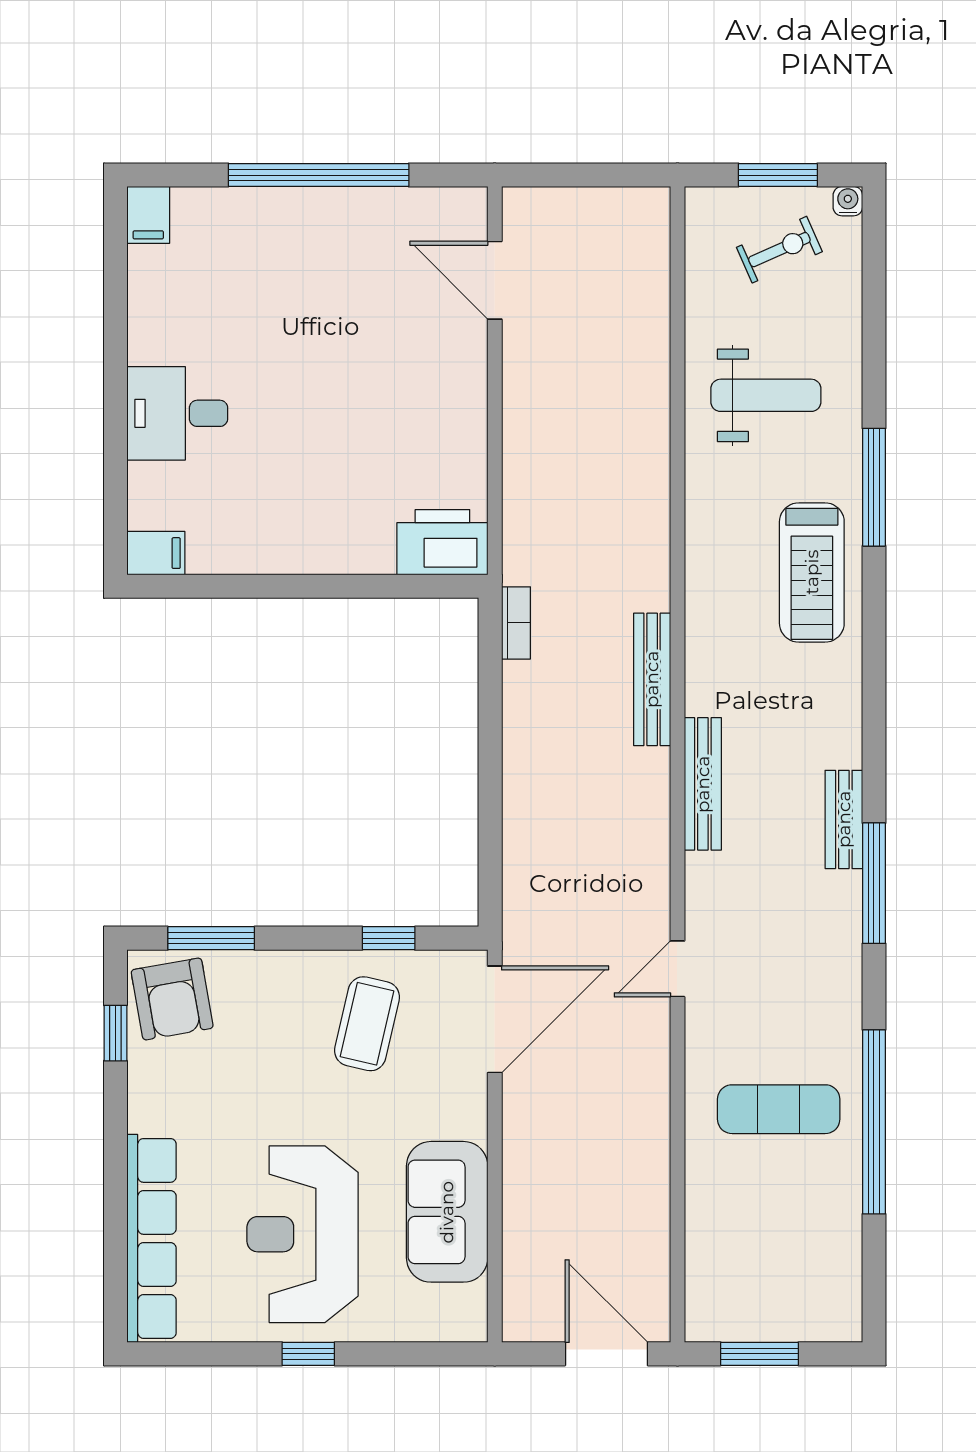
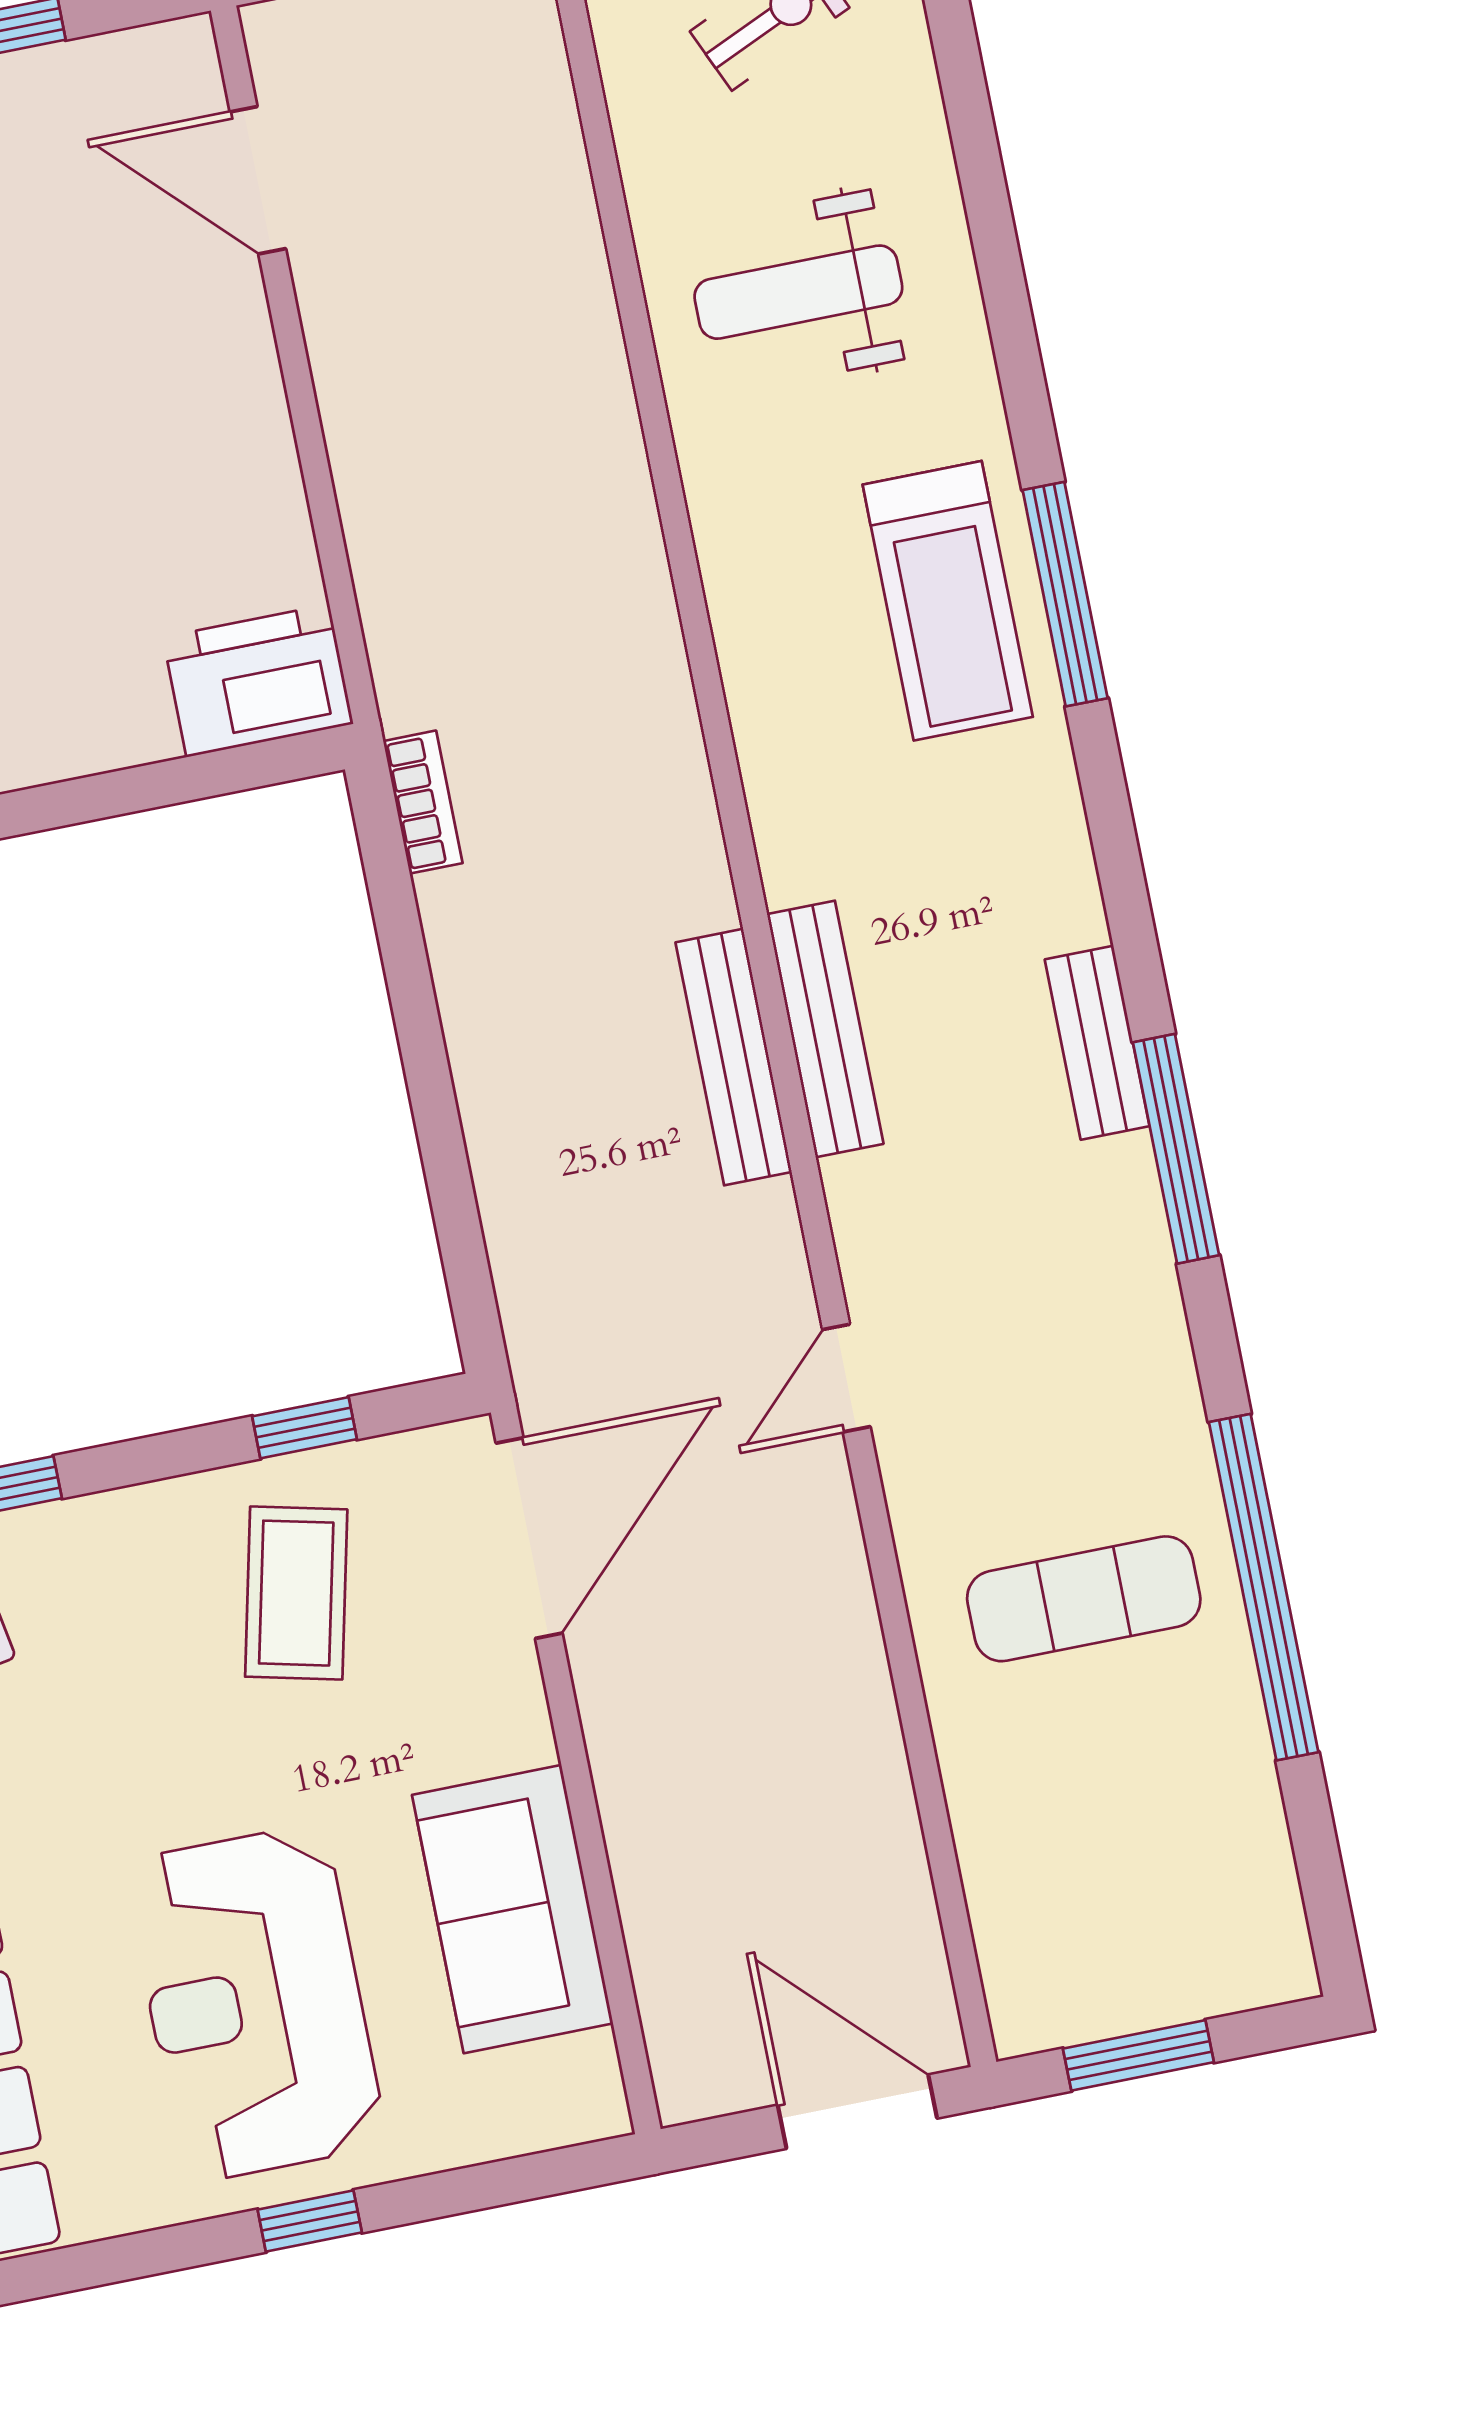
weight bench: (766, 395) -> (798, 292), turned 180
window: (874, 487) -> (1065, 594), moved
bench: (652, 679) -> (734, 1057), moved

